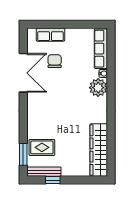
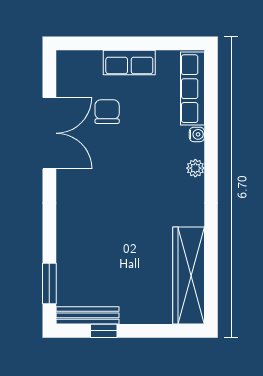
row of seats: (50, 35) -> (129, 63), moved
plant: (98, 88) -> (195, 168), width x0.53, depth x0.53
rug: (42, 147) -> (84, 271), removed

